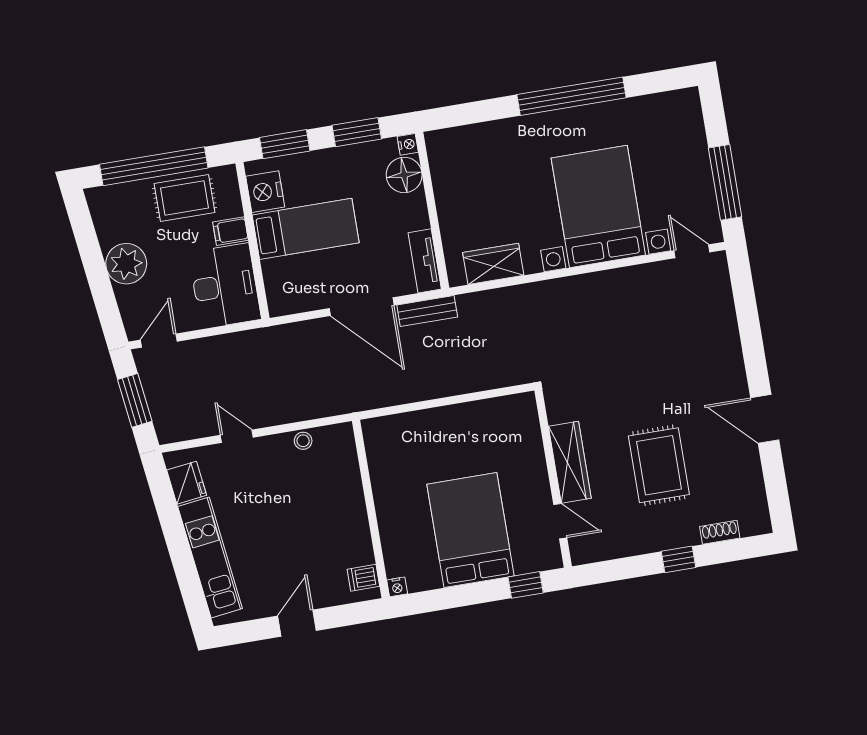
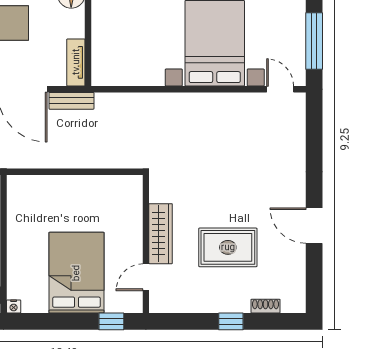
wardrobe: (493, 264) -> (128, 73), removed
rug: (659, 465) -> (228, 247), turned 90
door: (560, 521) -> (146, 277), swing flipped

